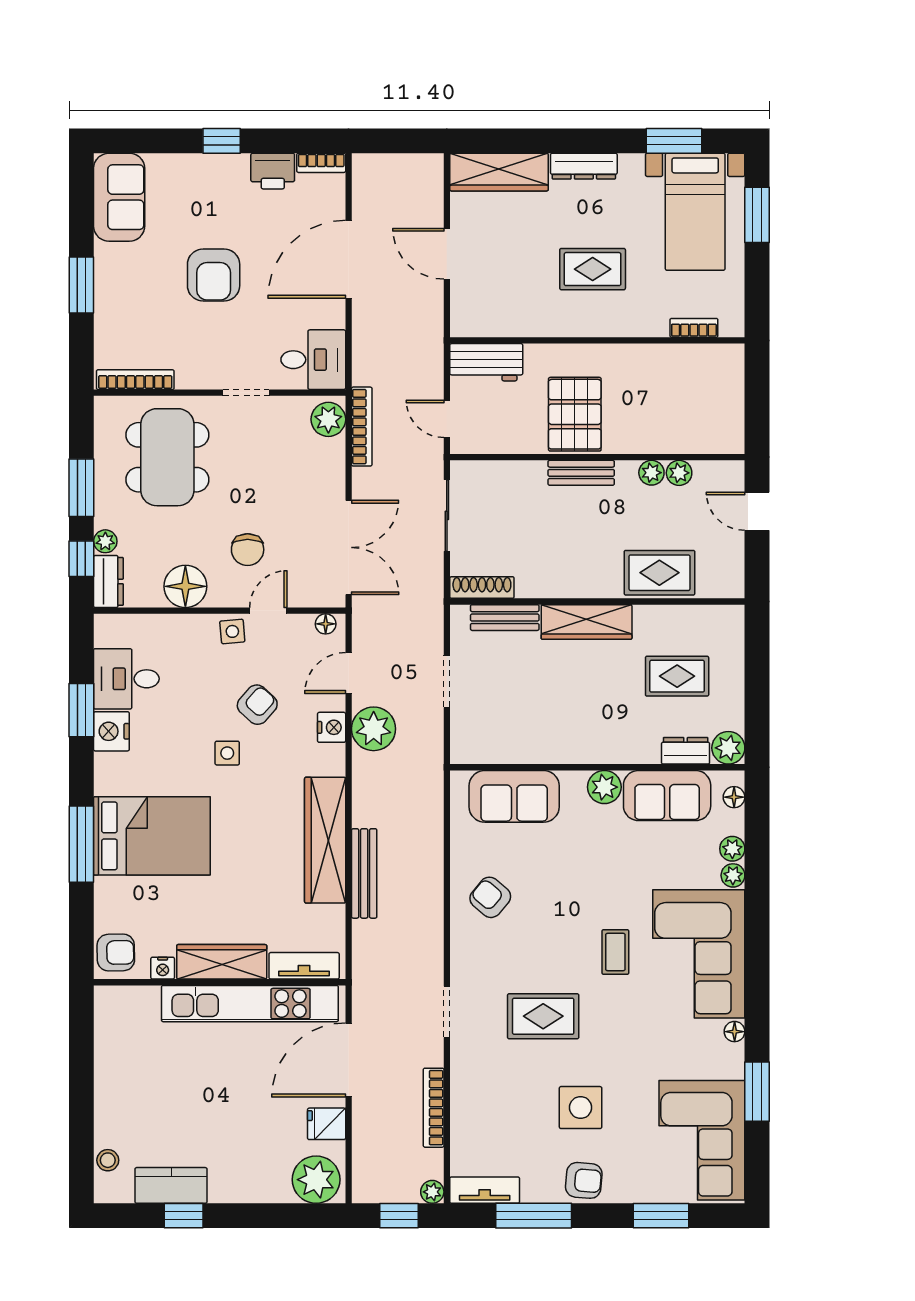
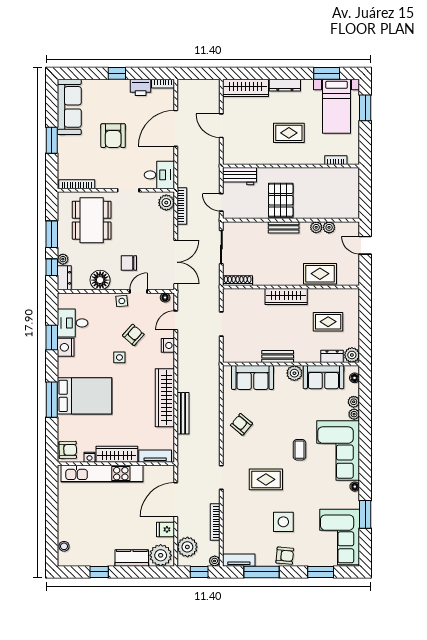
sofa: (119, 197) -> (69, 107), width x1.36
chair: (248, 550) -> (129, 263), turned 90
bench: (505, 618) -> (278, 357), moved
plant: (374, 729) -> (187, 547), moved
kitchen unit: (250, 1004) -> (102, 474), moved
kitchen counter: (171, 1185) -> (132, 558), moved

